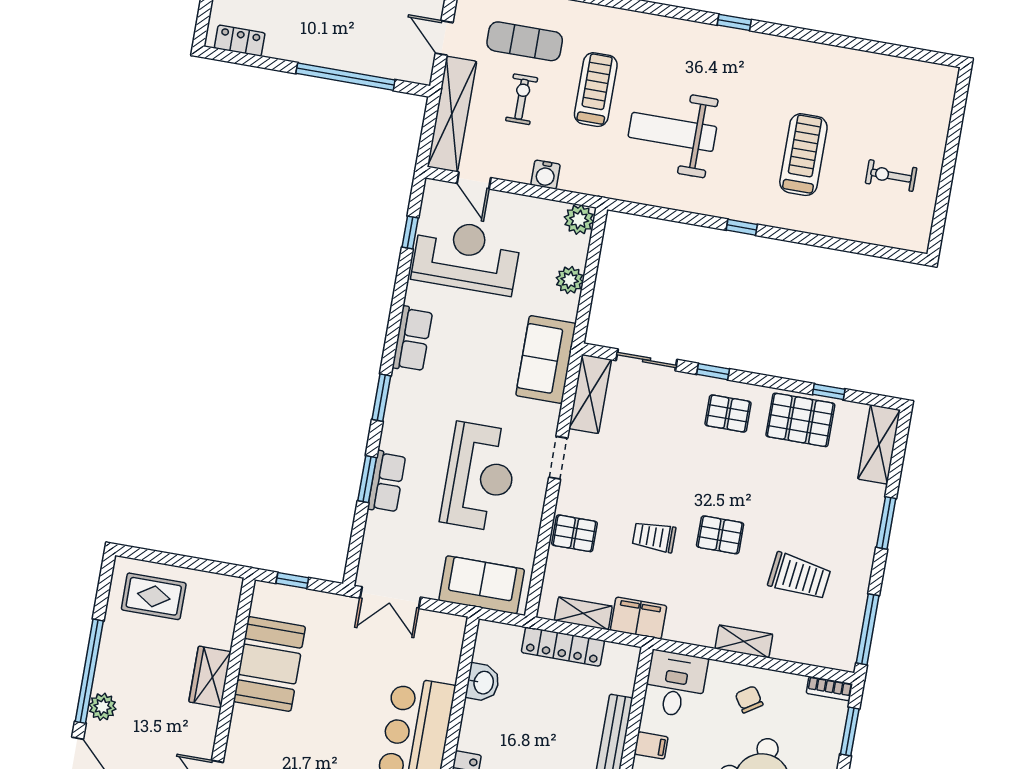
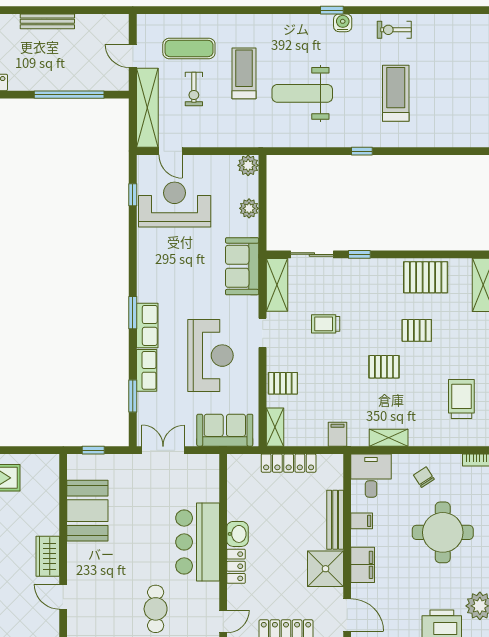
exercise bike: (522, 99) -> (194, 89), turned 180
water cooler: (546, 175) -> (343, 23), moved, turned 180
exercise bike: (891, 176) -> (394, 30), moved
row of seats: (412, 339) -> (147, 325), moved
window: (829, 392) -> (442, 254), removed
pallet: (728, 413) -> (417, 330), moved
window: (367, 479) -> (133, 396), moved
trolley: (654, 537) -> (326, 324), moved
trolley: (799, 576) -> (461, 399), moved, turned -97
double door: (390, 598) -> (163, 450), swing flipped
shelving: (583, 613) -> (275, 427), moved, turned 90
filing cabinet: (638, 618) -> (338, 434), width x0.50
shelving: (744, 641) -> (389, 438), moved
wardrobe: (210, 677) -> (48, 556), moved
washbasin: (483, 682) -> (237, 534), moved

